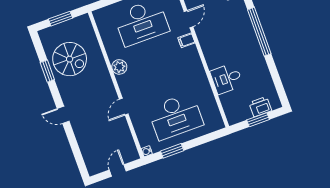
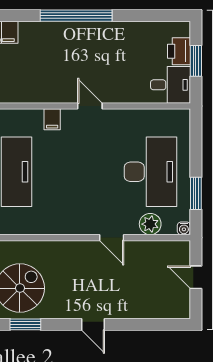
door: (188, 19) -> (90, 106), moved
plant: (119, 67) -> (150, 224), moved
desk: (227, 78) -> (170, 85), moved, turned -90
door: (63, 115) -> (93, 324), hinge flipped

